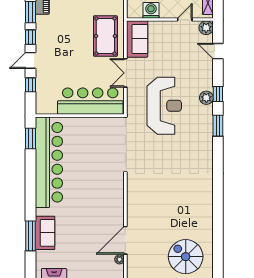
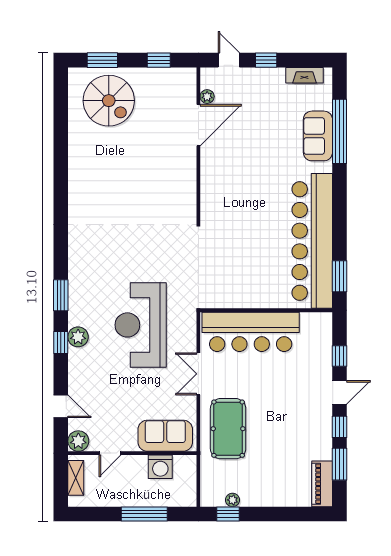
sofa: (137, 39) -> (165, 436), moved, turned 90
double door: (125, 73) -> (198, 374), swing flipped
window: (30, 236) -> (340, 131), width x1.46

